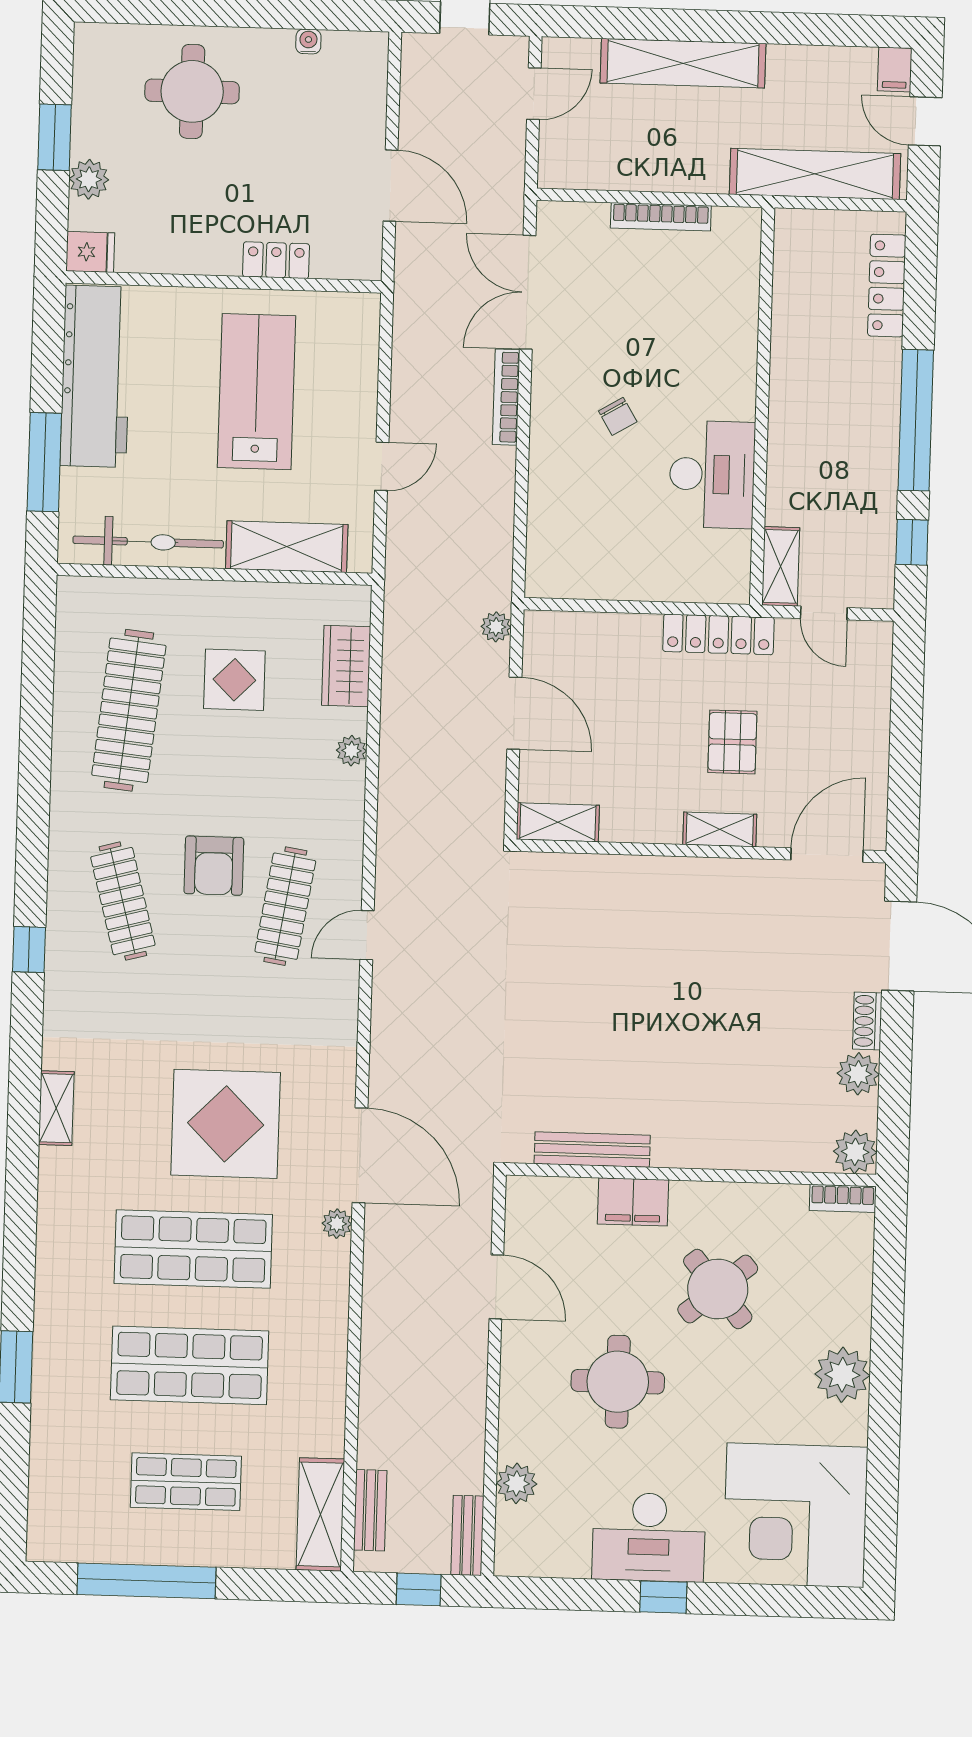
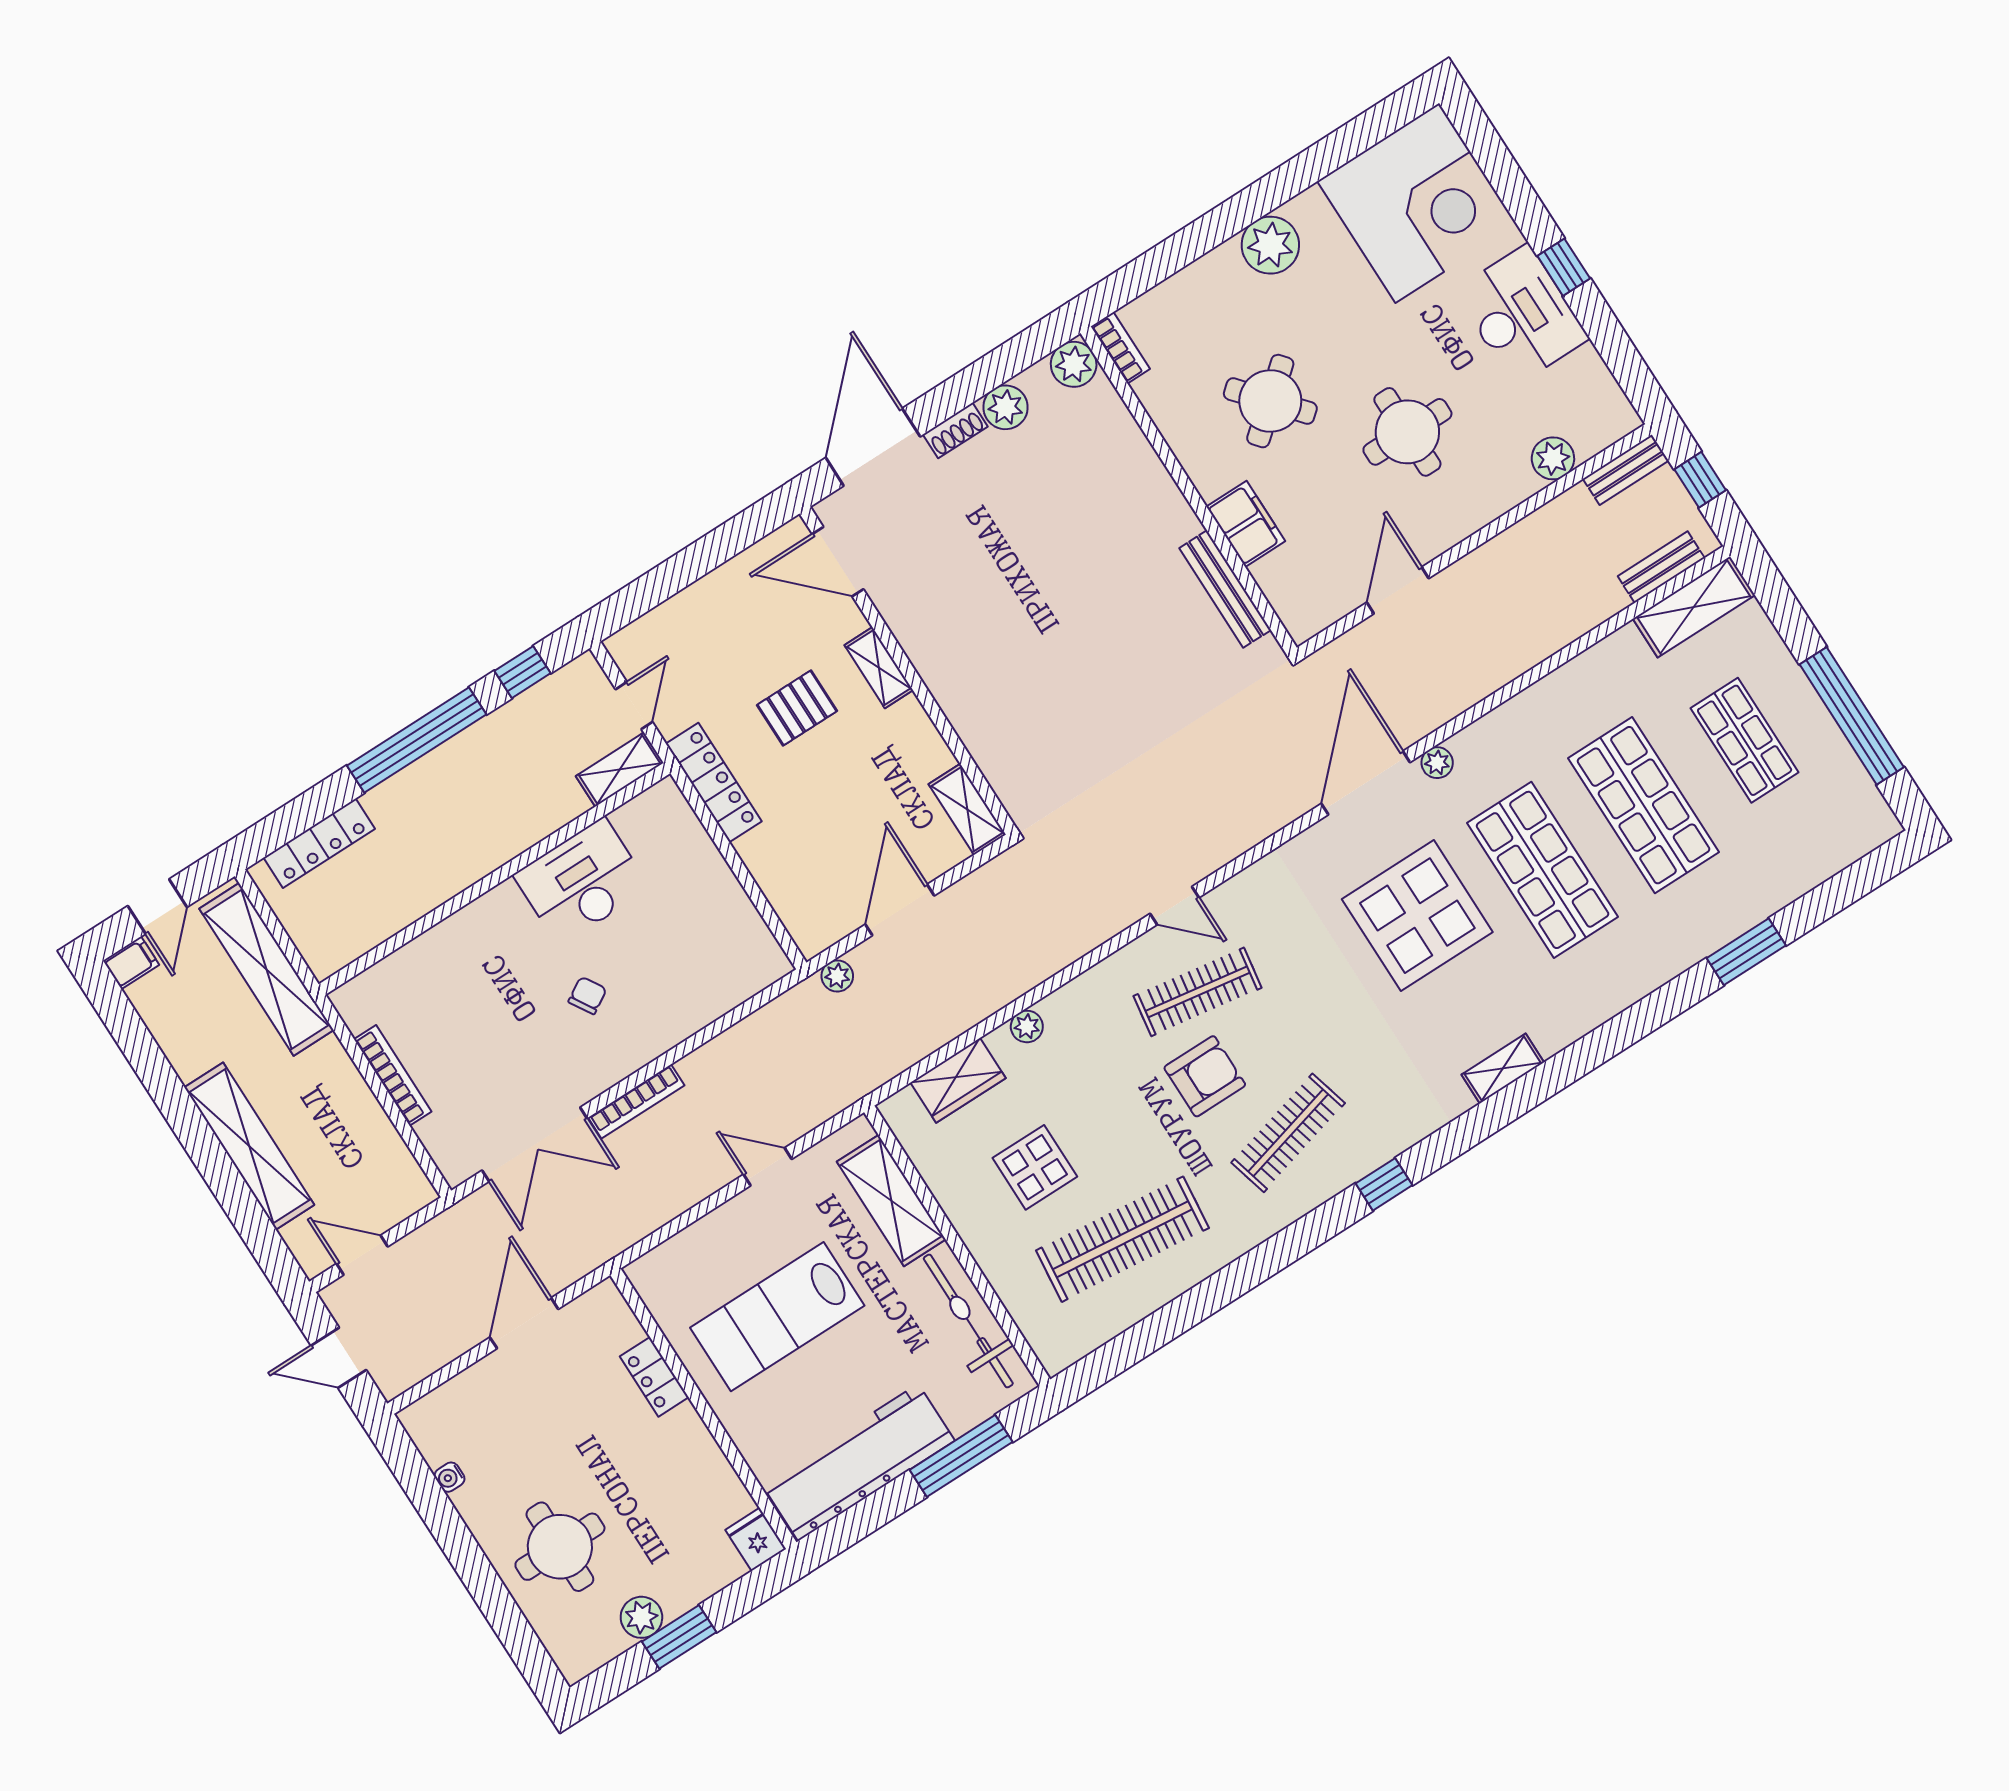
plant: (89, 179) -> (641, 1617), moved

